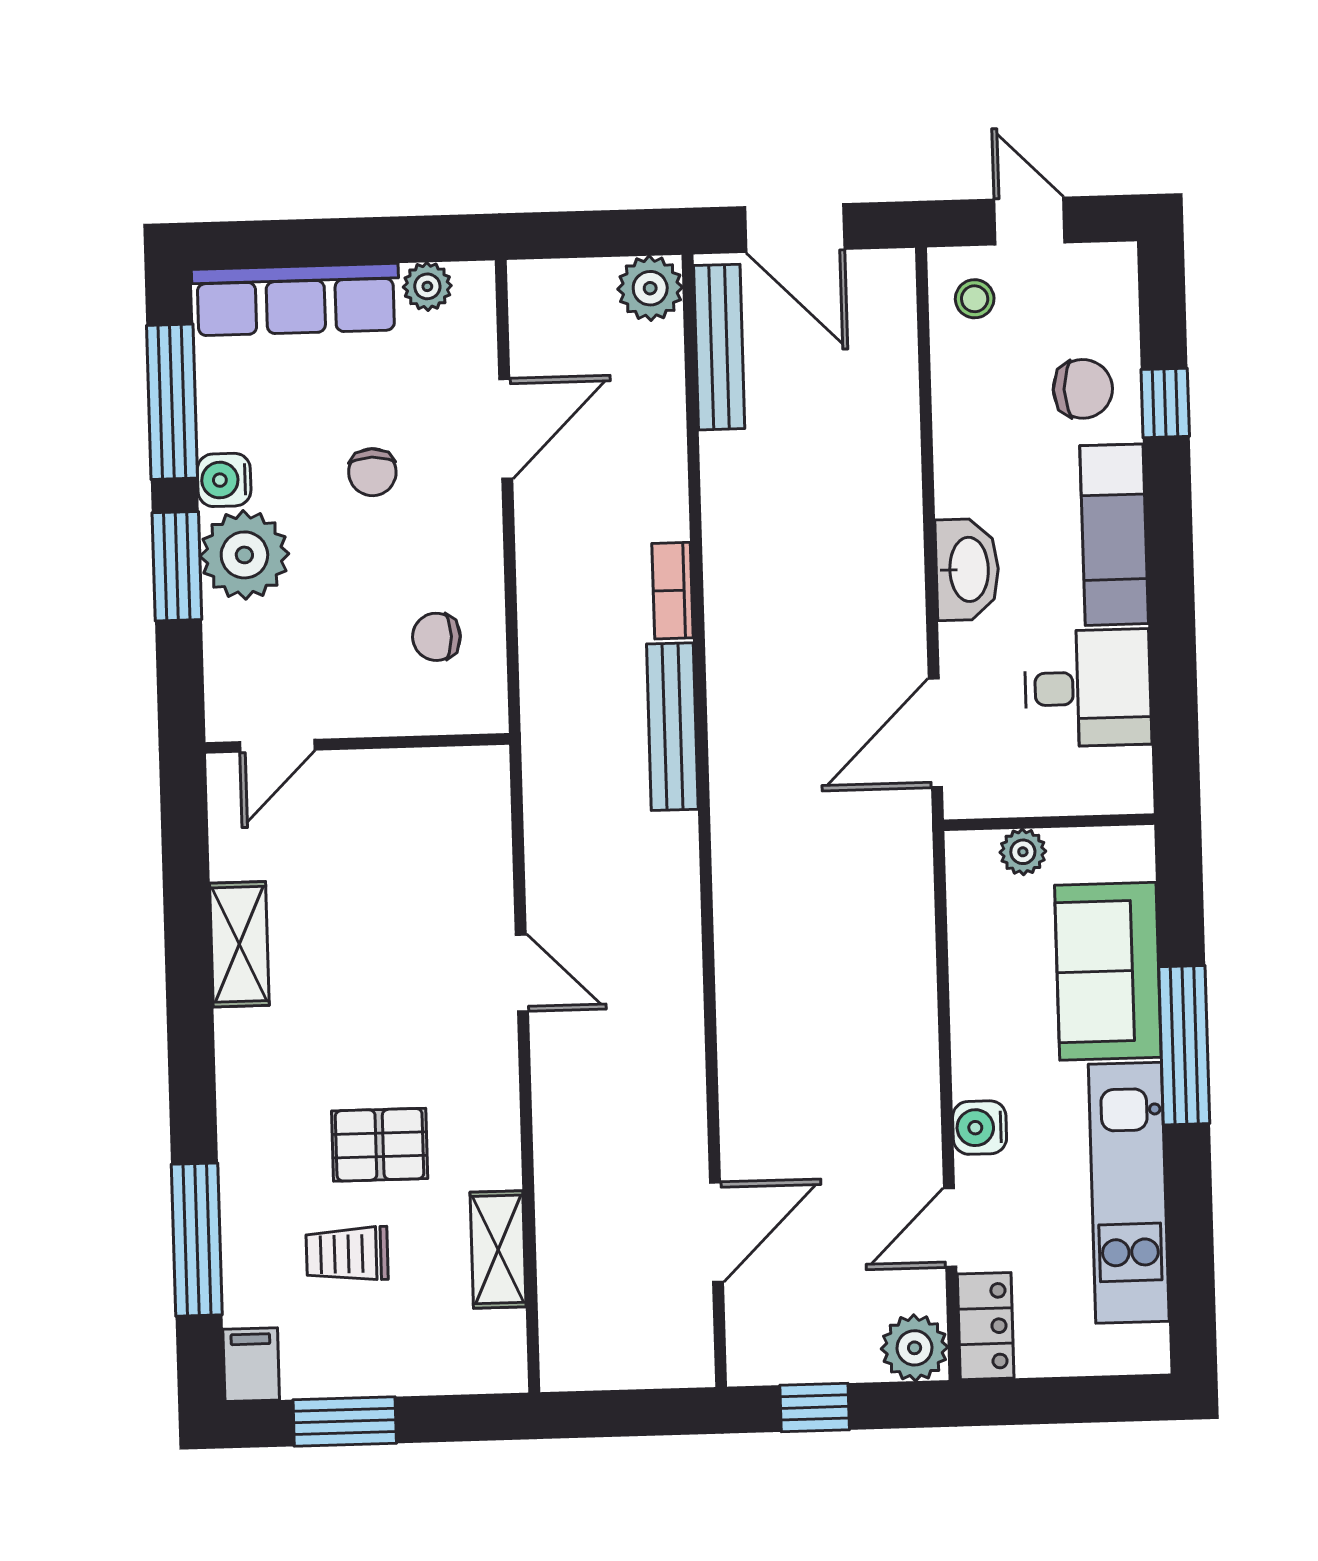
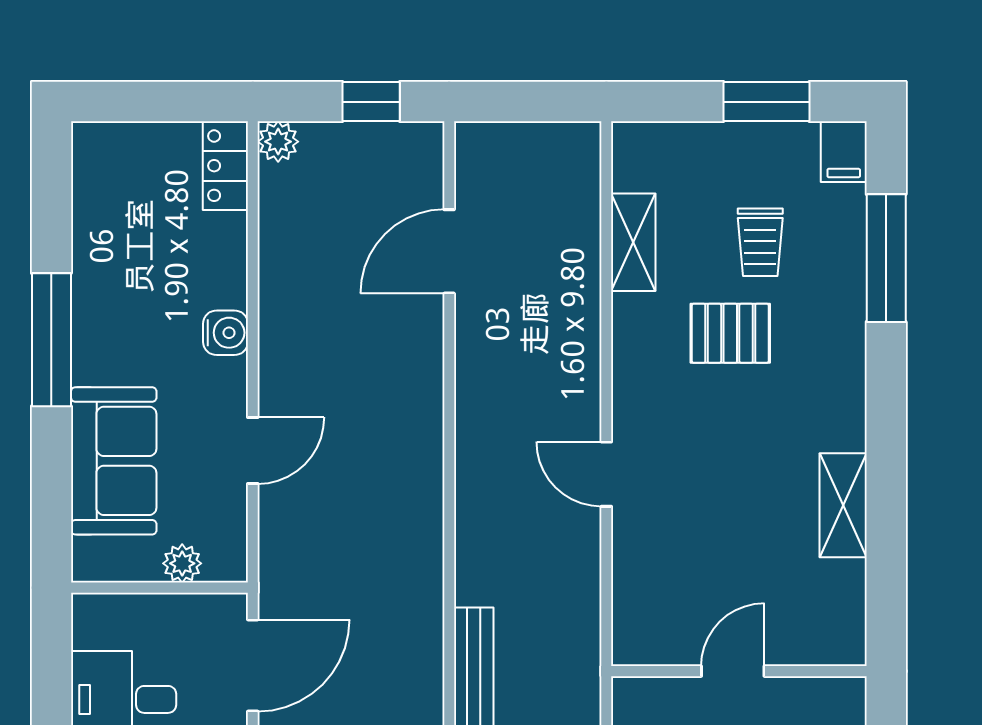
door: (277, 746) -> (733, 671), moved
window: (1184, 1045) -> (51, 340), moved
kitchen unit: (1129, 1193) -> (102, 274), removed
door: (950, 1228) -> (253, 451), moved
trolley: (347, 1254) -> (760, 242), turned 90
plant: (915, 1348) -> (278, 142), width x0.73, depth x0.73

